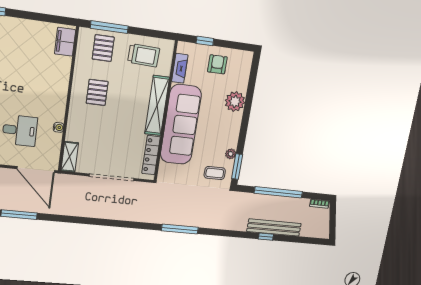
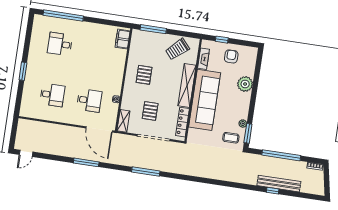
pallet: (103, 48) -> (150, 111), moved
trolley: (144, 55) -> (177, 49), turned 136
window: (180, 229) -> (146, 171), moved

